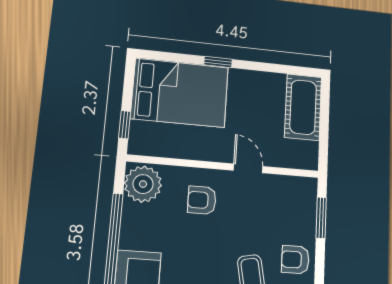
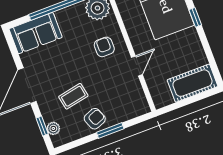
window: (321, 218) -> (110, 130), moved
armchair: (295, 260) -> (95, 119), turned 68

